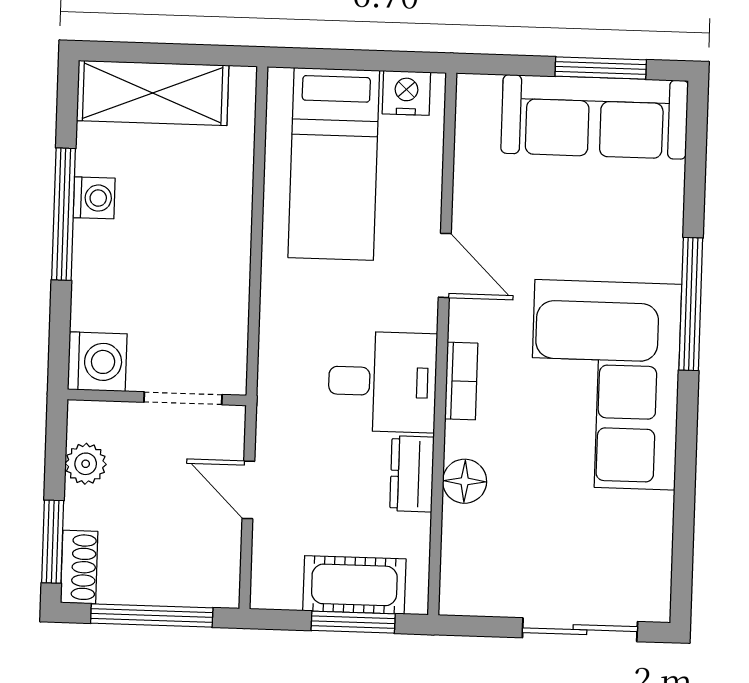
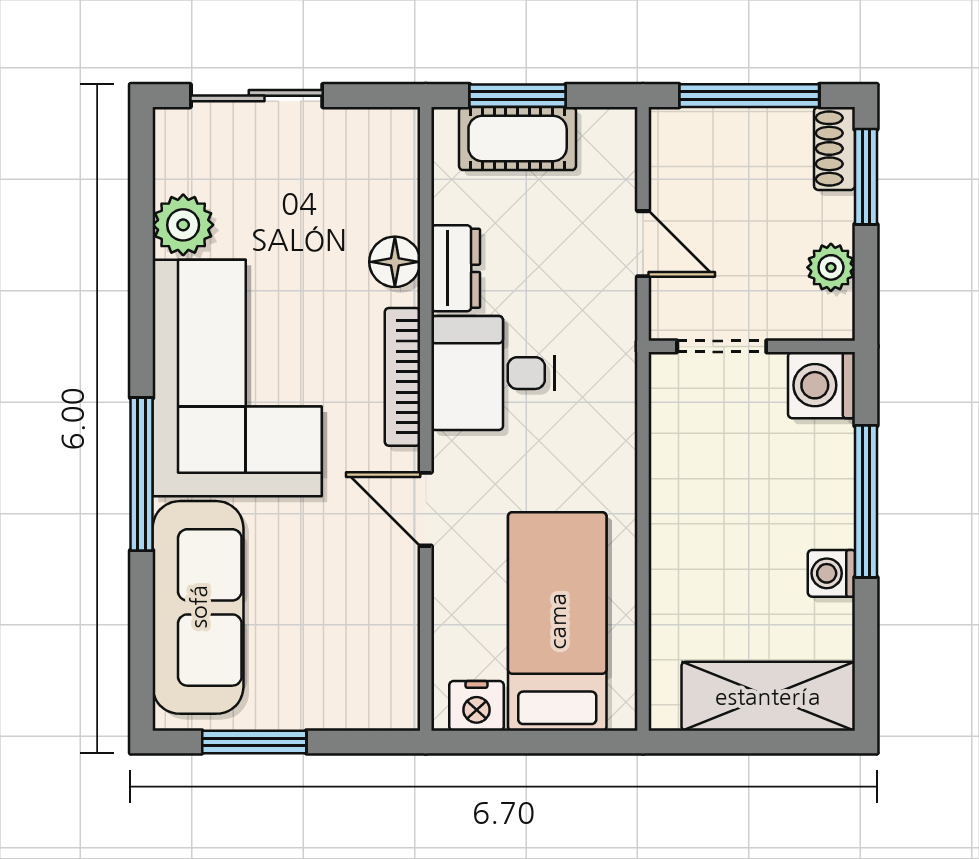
sofa: (595, 117) -> (198, 607), moved, turned 90
window: (64, 214) -> (866, 501), moved
bookcase: (461, 381) -> (403, 377), width x1.56
plant: (648, 519) -> (183, 225), added

